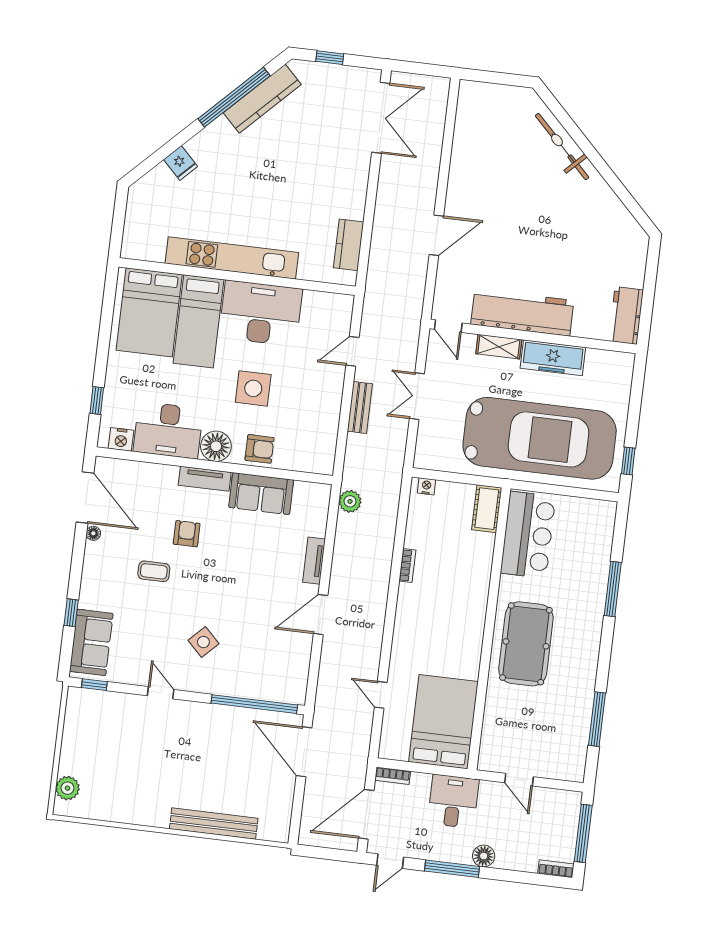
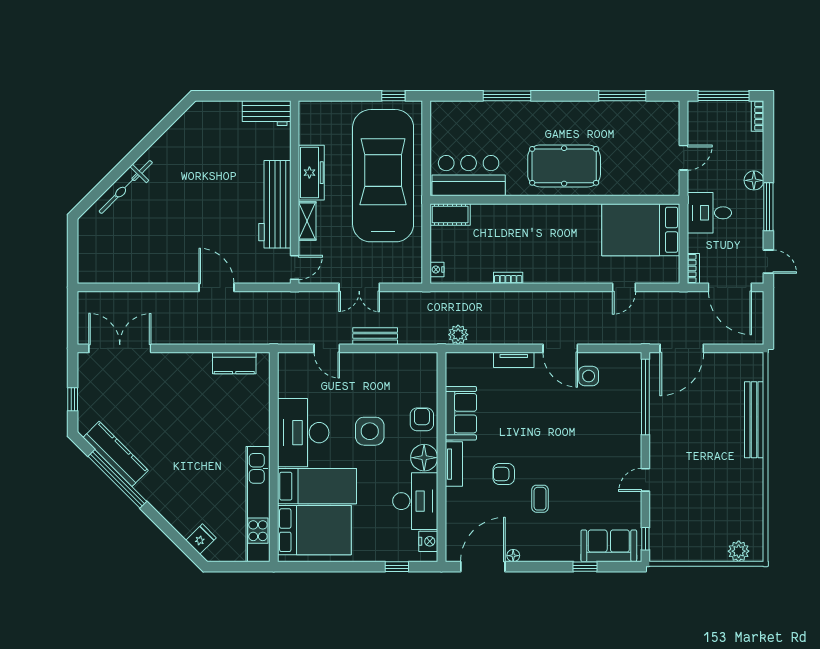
fridge: (181, 163) -> (201, 539), moved
kitchen unit: (232, 258) -> (258, 504), moved
side table: (203, 642) -> (589, 376), moved, turned 45

